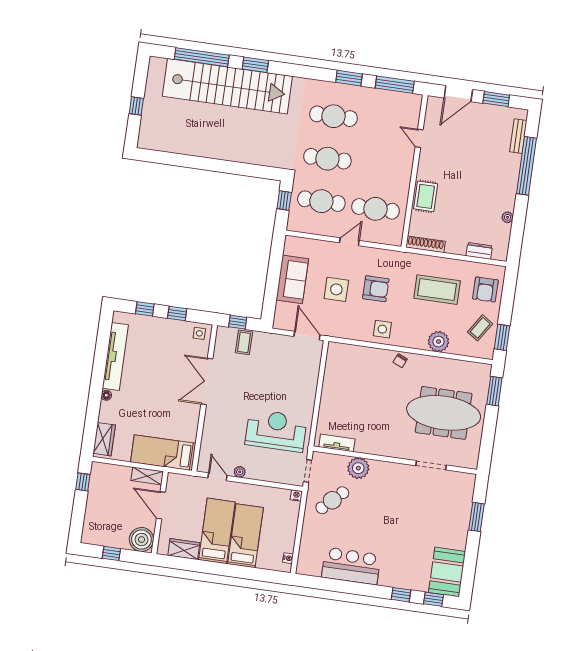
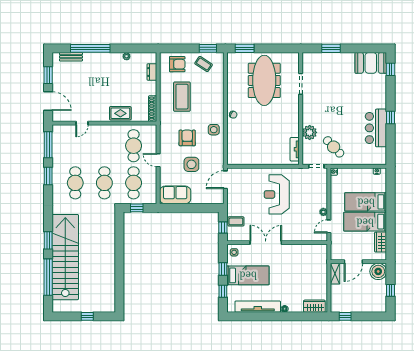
sofa: (292, 279) -> (175, 195), moved
plant: (438, 342) -> (217, 91), removed
double door: (207, 381) -> (266, 243), swing flipped
reception desk: (276, 431) -> (277, 194), moved
bed: (163, 453) -> (248, 275), moved, turned -90
window: (401, 595) -> (391, 117), moved

